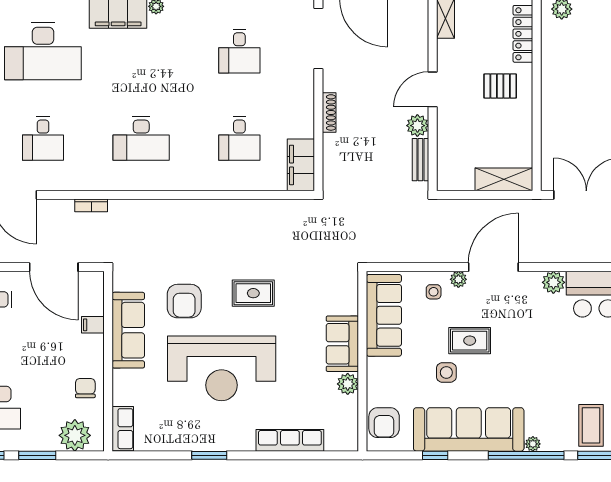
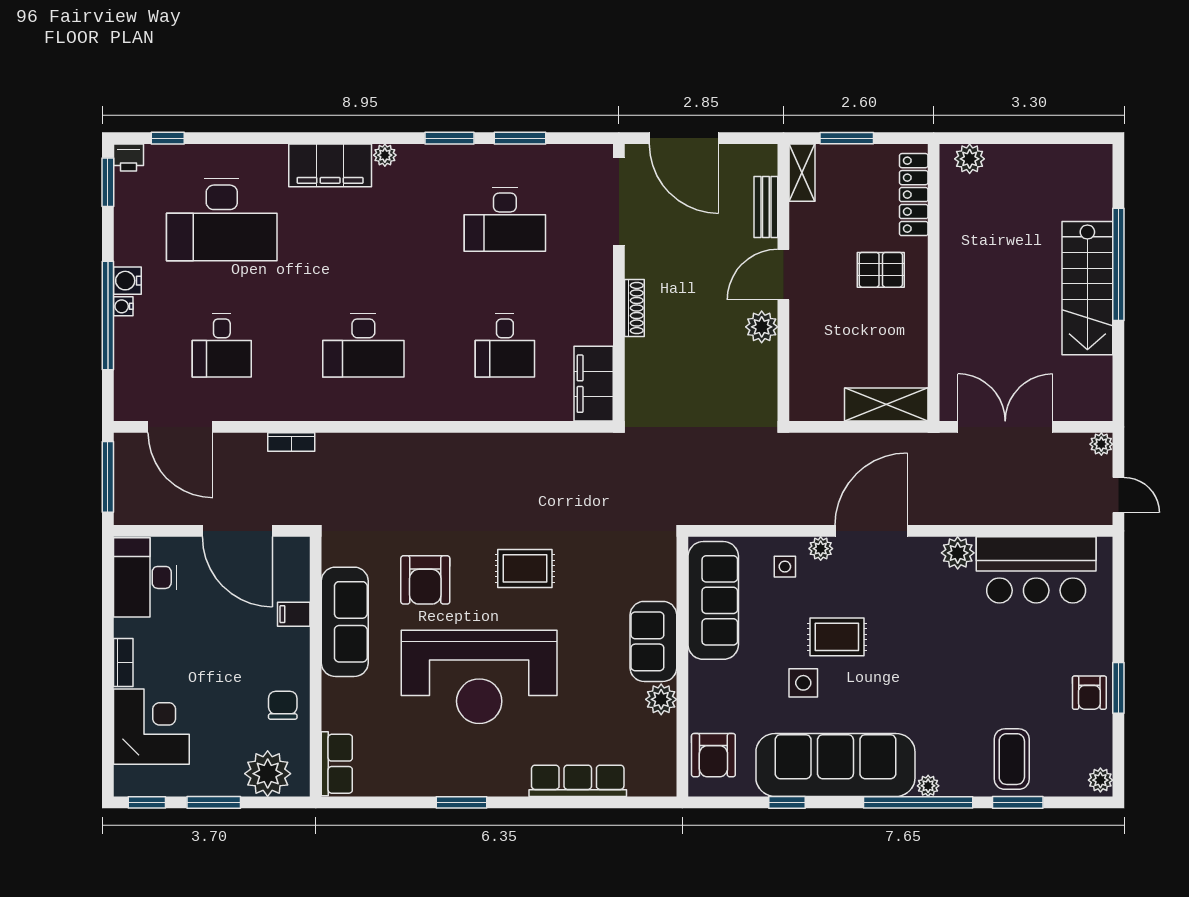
desk: (239, 51) -> (505, 220), width x1.37
bench: (420, 160) -> (766, 207), moved

